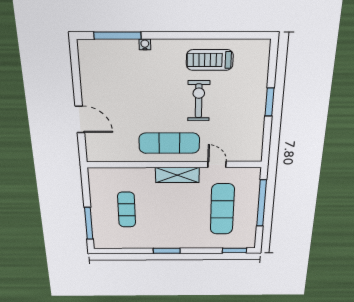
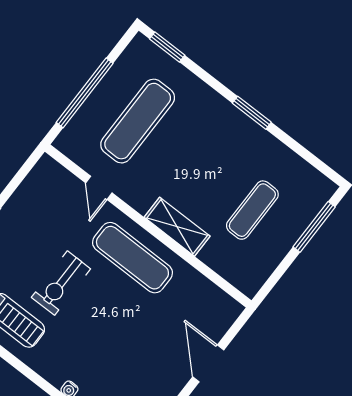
shelving: (177, 175) -> (177, 227), moved

